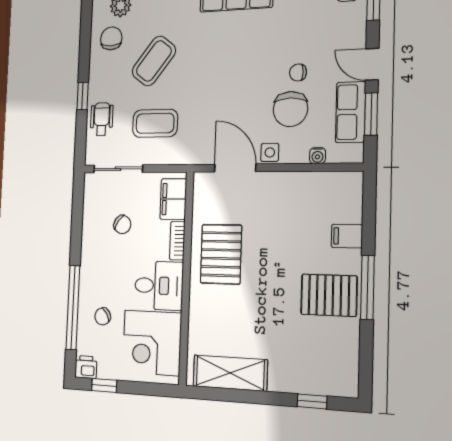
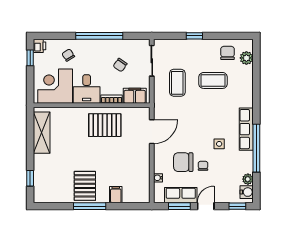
chair: (111, 38) -> (227, 53), turned -90
coffee table: (154, 61) -> (213, 80), turned -38
wheelchair: (102, 119) -> (181, 49), removed
side table: (270, 152) -> (219, 144), moved
window: (73, 307) -> (99, 36), moved

